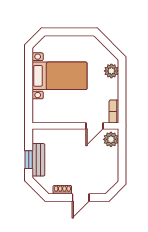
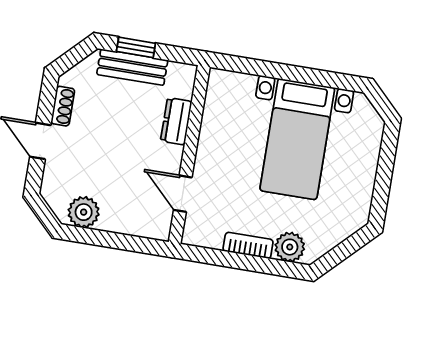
bookcase: (114, 111) -> (248, 245), moved
dresser: (61, 135) -> (176, 121), added
plant: (111, 139) -> (84, 212), moved

